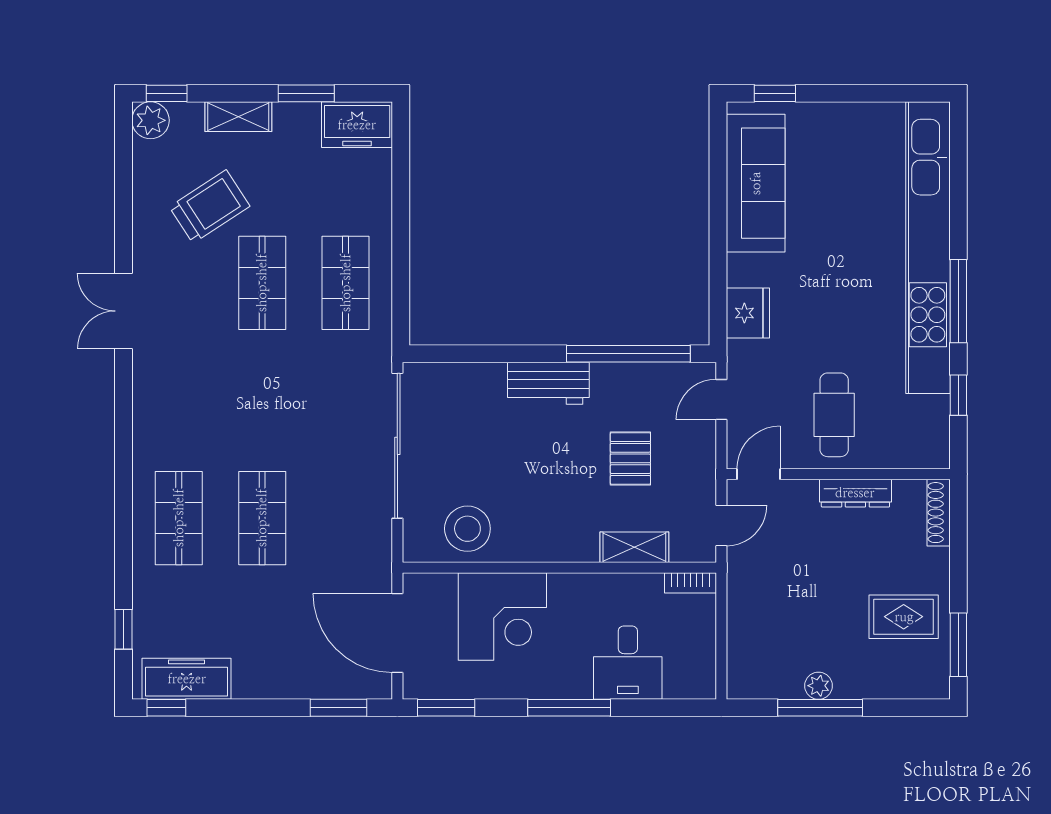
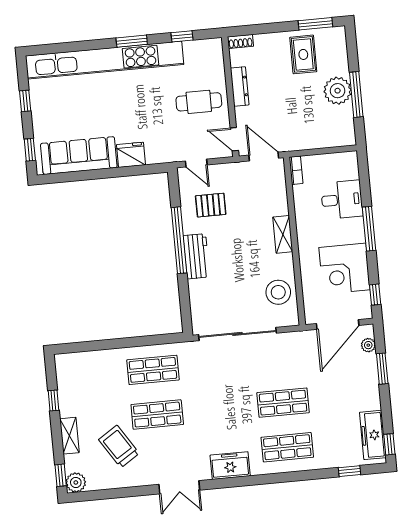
window: (306, 93) -> (54, 401), width x0.67
window: (866, 93) -> (25, 101), added
freezer: (357, 125) -> (230, 466), moved, turned -90
window: (958, 301) -> (132, 41), width x0.69
fridge: (748, 313) -> (131, 155), moved
window: (628, 354) -> (179, 240), moved
pallet: (630, 458) -> (211, 205), moved
shoe rack: (939, 513) -> (240, 41), width x0.70
door: (721, 526) -> (264, 157), width x1.38
shelving: (634, 547) -> (283, 234), moved
corner desk: (502, 616) -> (345, 269), moved, turned 180
plant: (354, 686) -> (368, 345), added
plant: (819, 686) -> (338, 91), width x1.87, depth x1.87
window: (339, 708) -> (382, 369), moved
window: (446, 708) -> (375, 295), width x0.67

